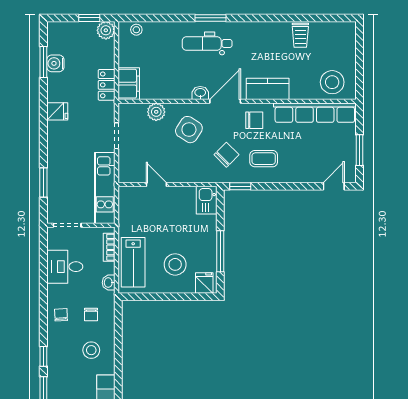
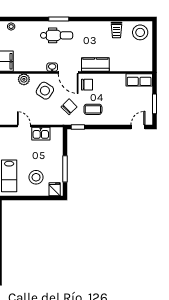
dental chair: (207, 43) -> (57, 35), turned 180
stool: (332, 82) -> (140, 32), moved
door: (225, 101) -> (68, 72), swing flipped
row of seats: (315, 113) -> (139, 80), width x0.50
kitchen sink: (207, 200) -> (41, 134), moved, turned -90

